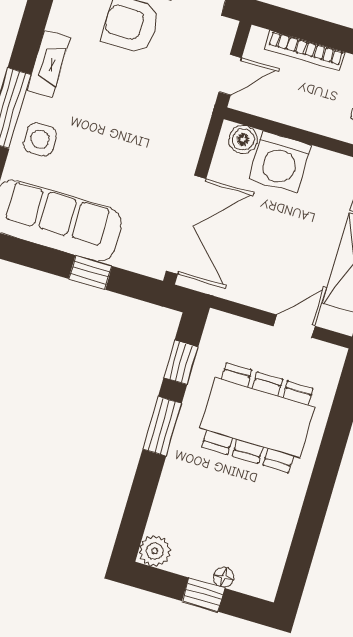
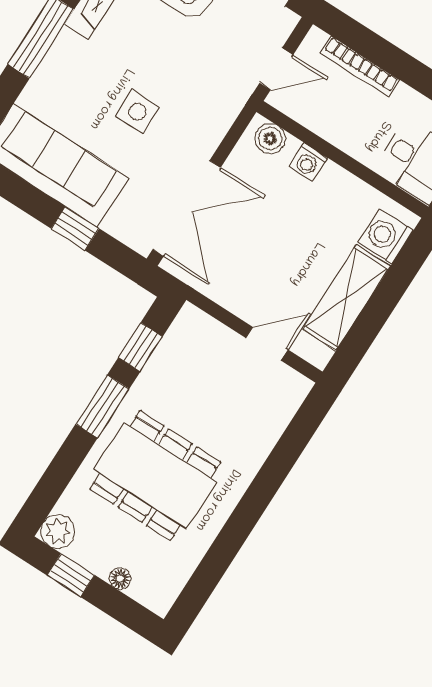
side table: (40, 139) -> (137, 112), moved
washing machine: (280, 162) -> (308, 162), width x0.53, depth x0.53
dining table: (257, 418) -> (155, 476), moved
window: (203, 595) -> (71, 575), moved

